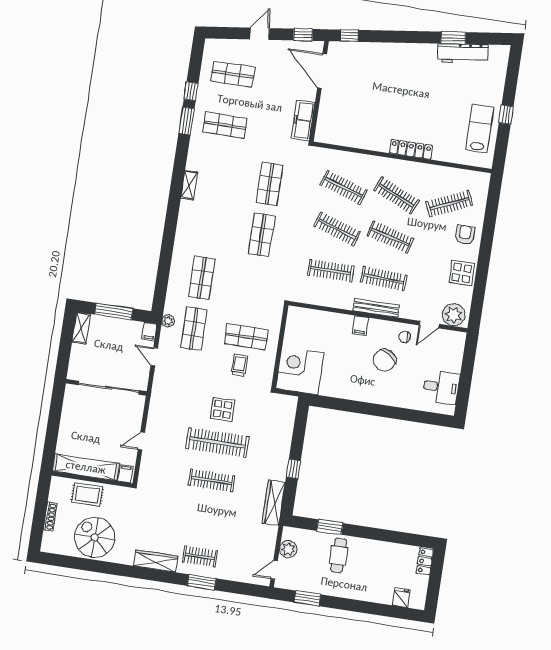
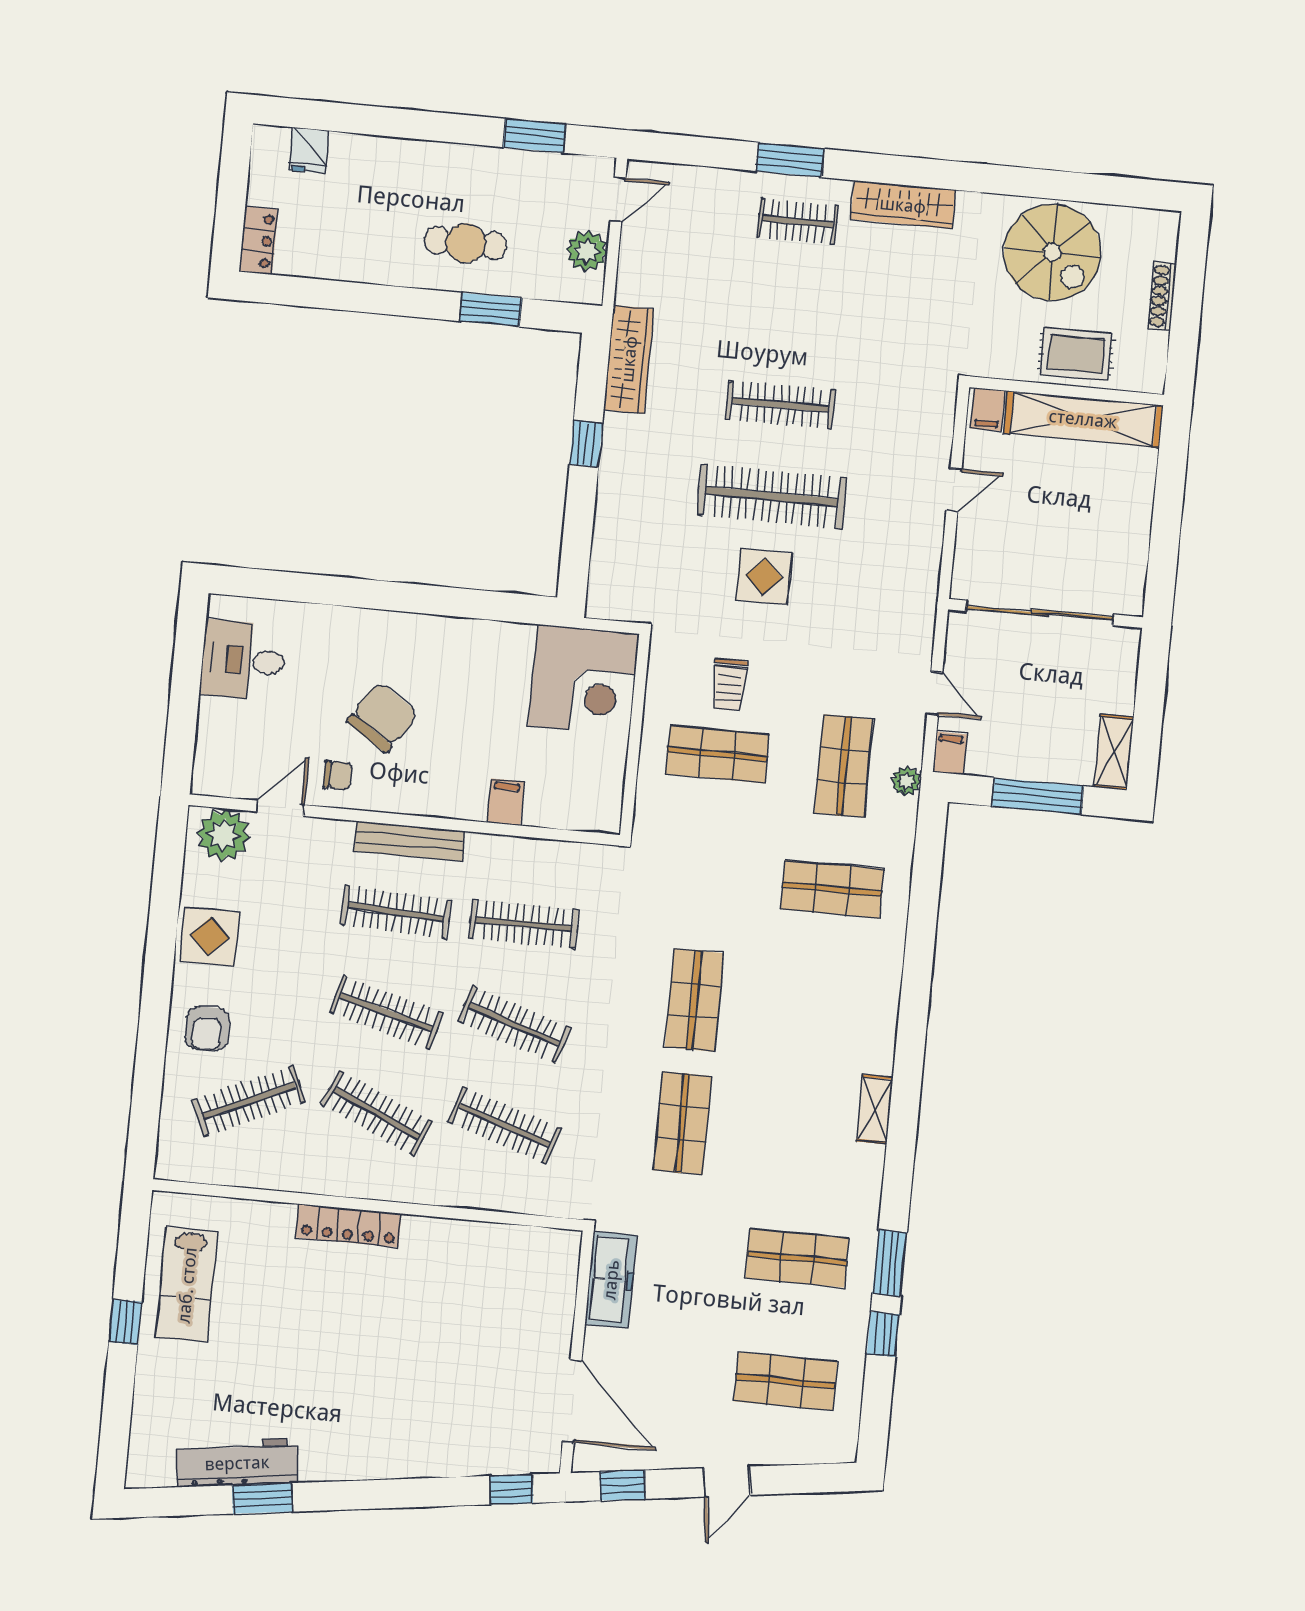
shop shelf: (202, 278) -> (832, 889), turned 90
filing cabinet: (360, 326) -> (506, 802), moved
cafe table: (339, 555) -> (466, 243), turned 90

